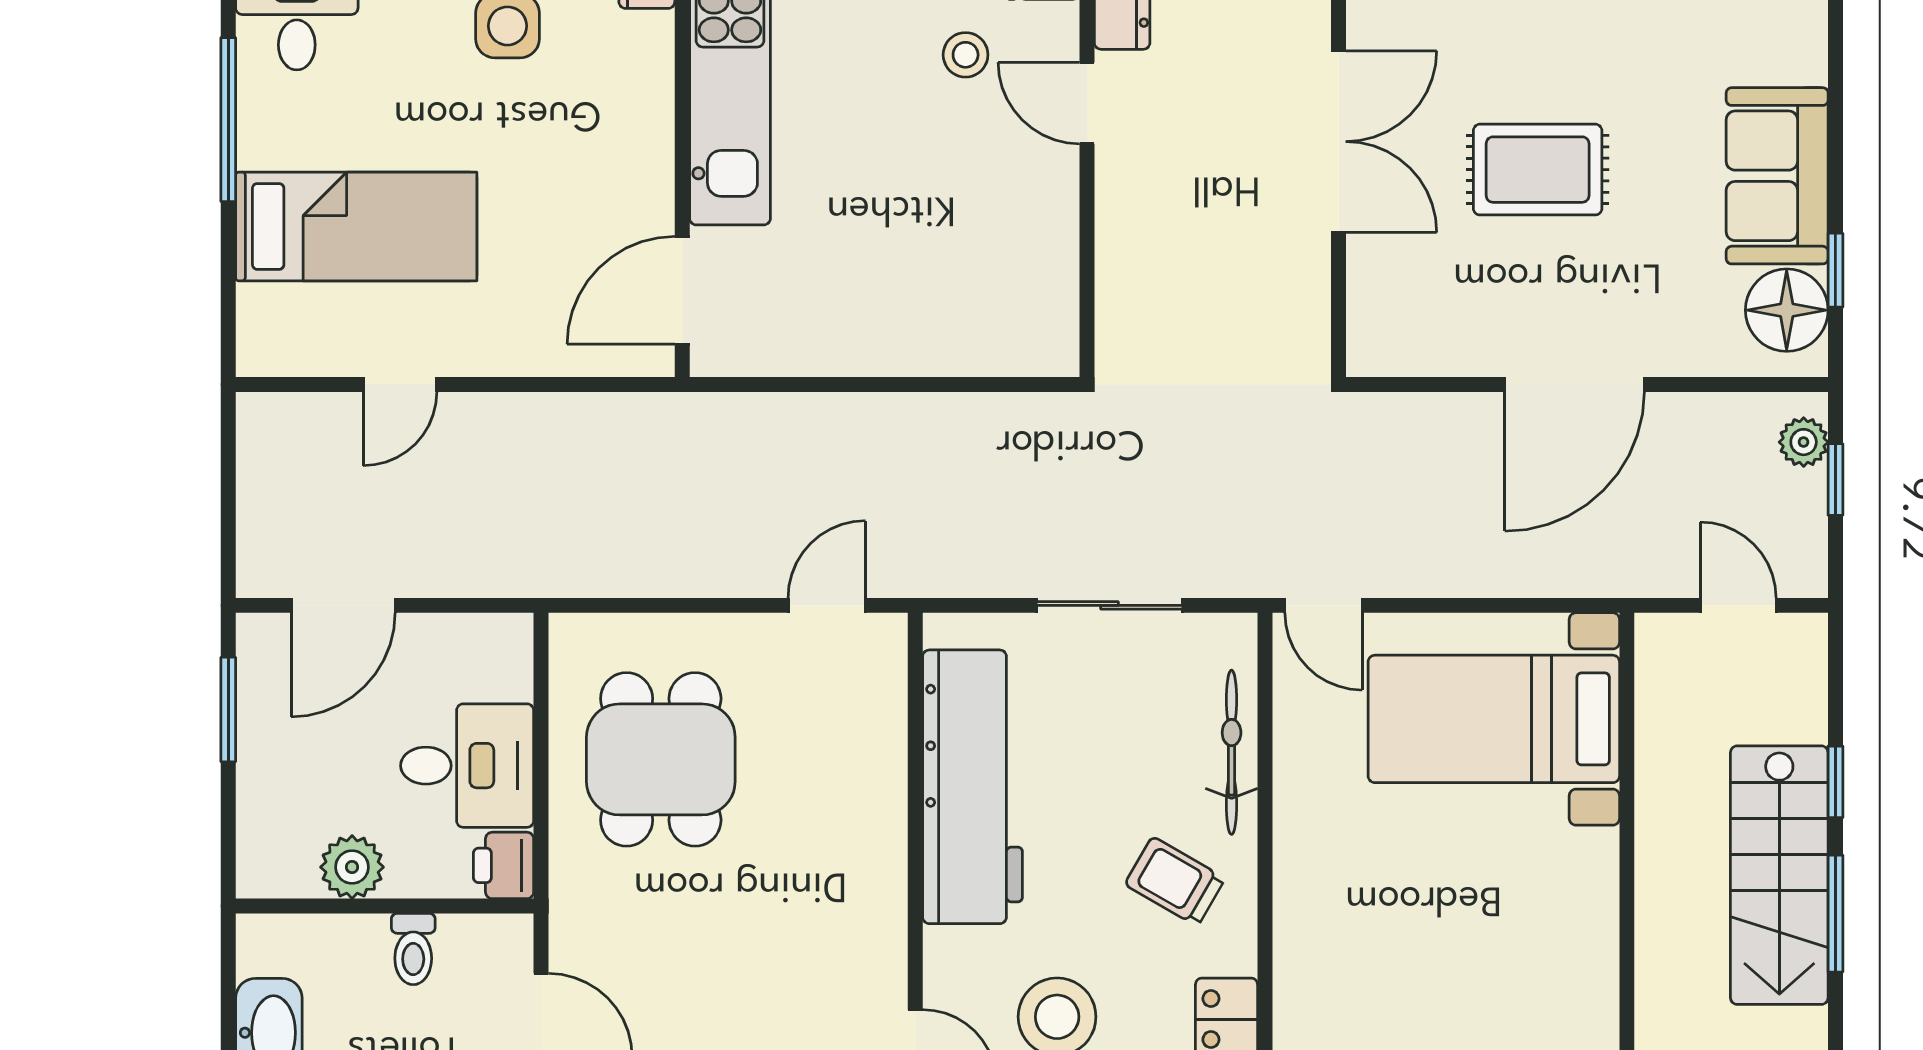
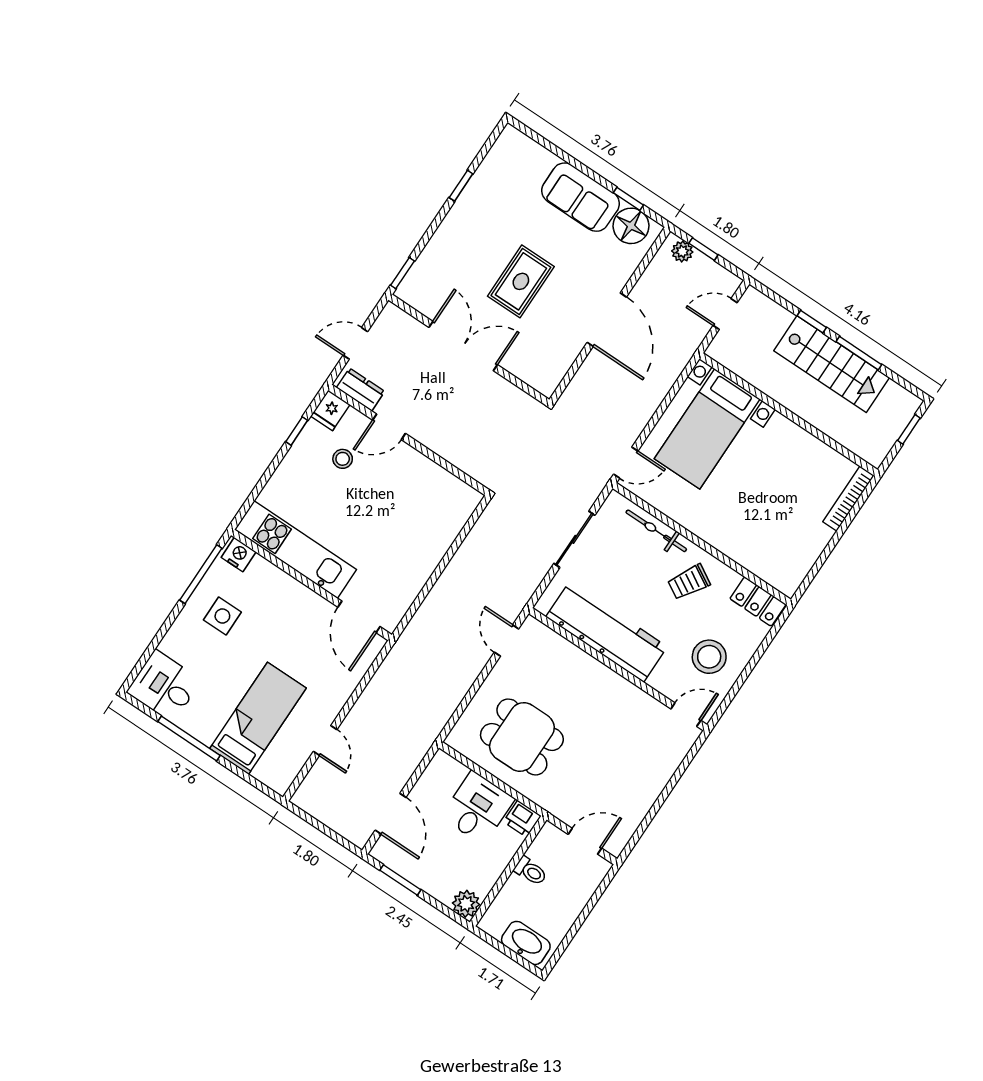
plant: (352, 867) -> (466, 904), moved

